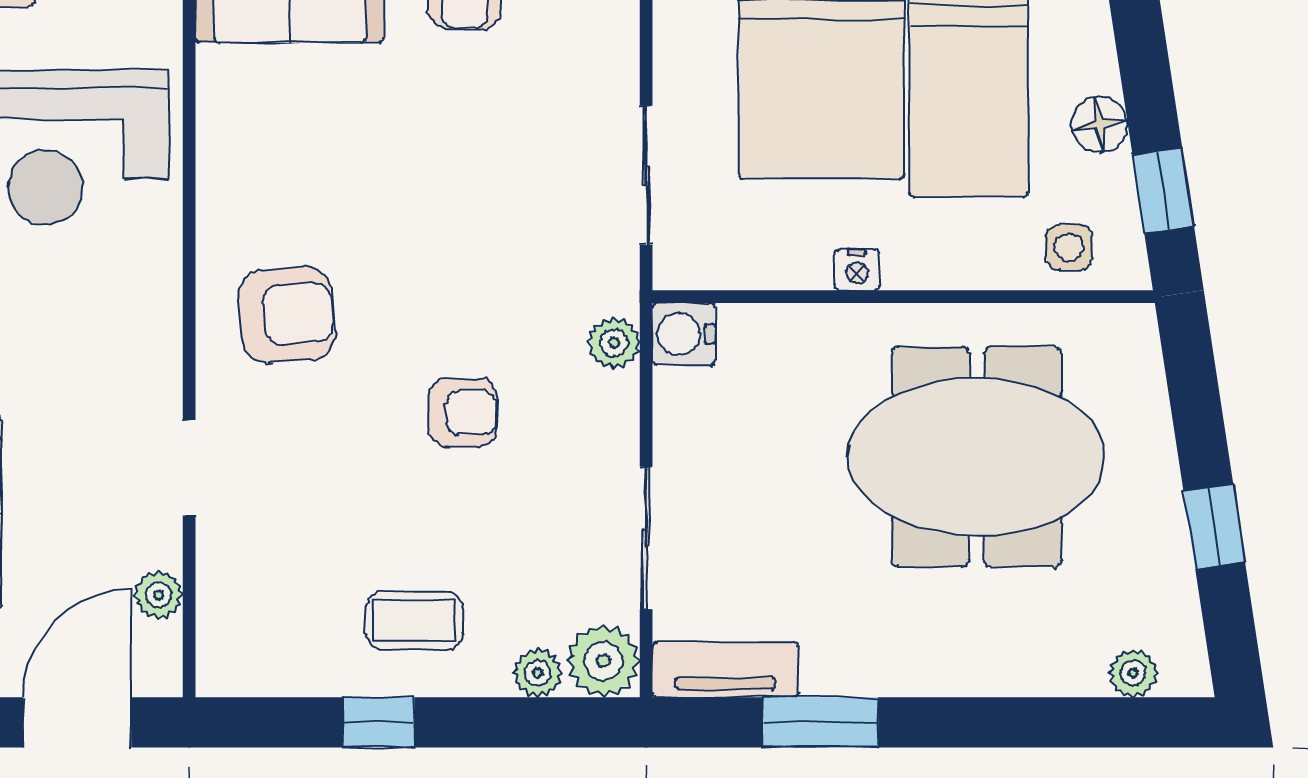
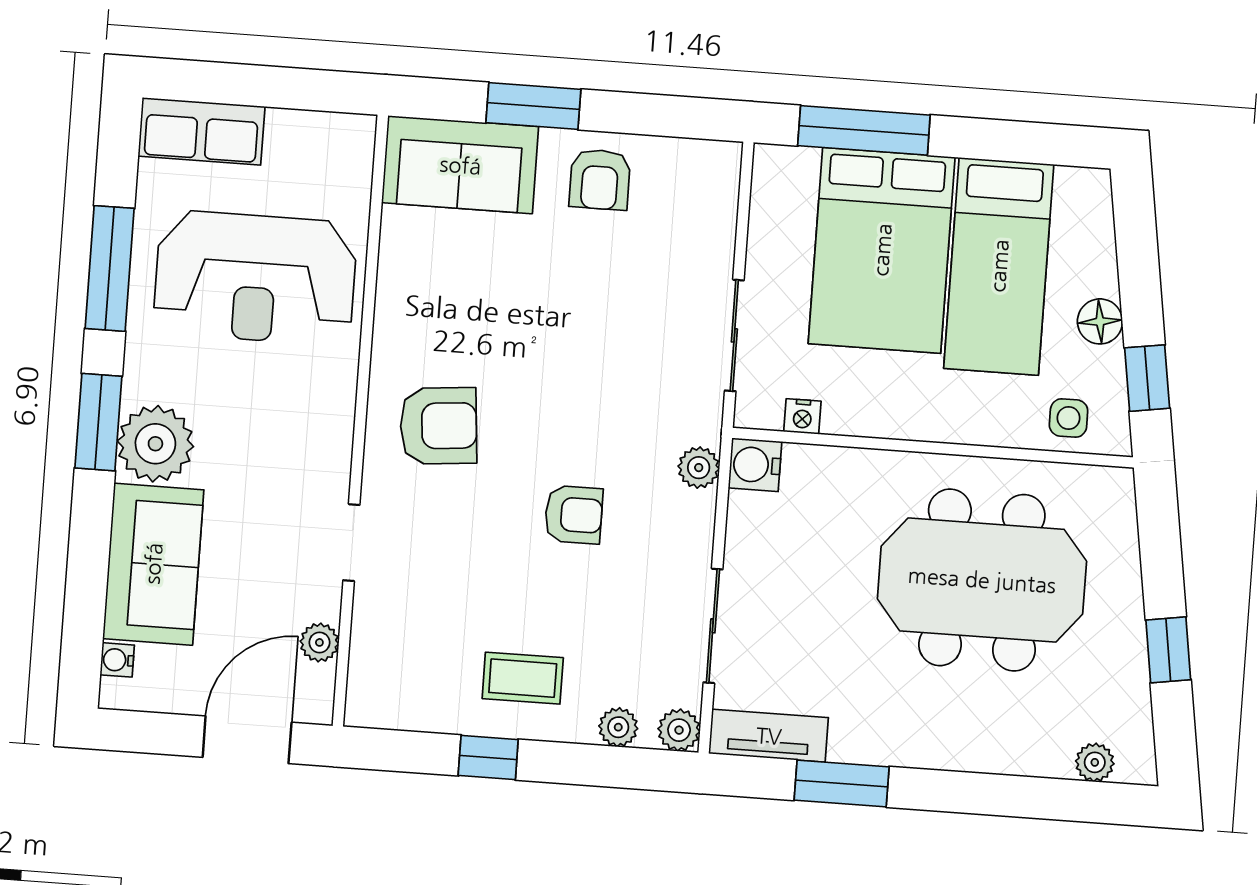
nightstand: (857, 270) -> (802, 416), moved
plant: (604, 661) -> (679, 730), width x0.73, depth x0.73

